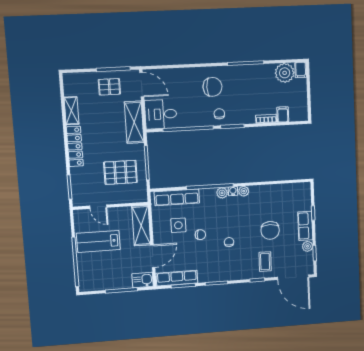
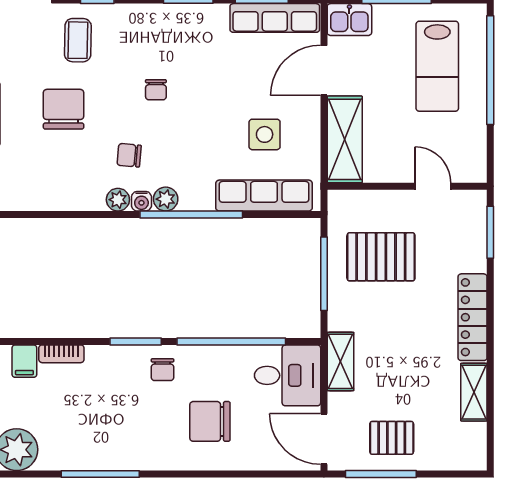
chair: (212, 87) -> (210, 421), moved
shelving: (134, 122) -> (341, 361), width x0.67, depth x0.75
chair: (200, 235) -> (129, 155), moved
lab bench: (98, 241) -> (437, 66), moved, turned 90

